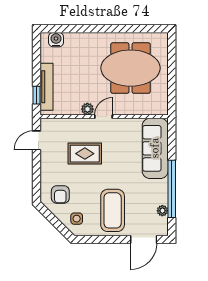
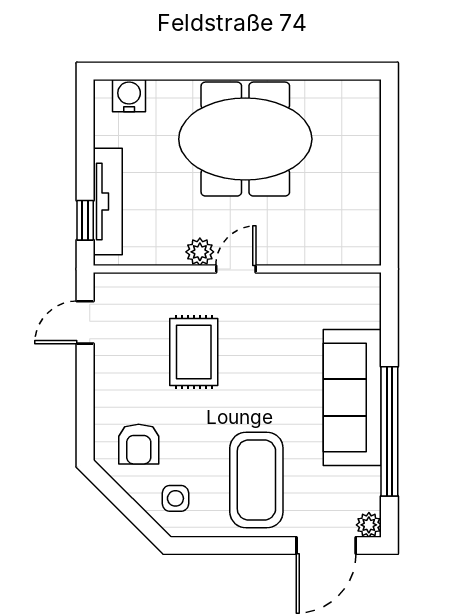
meeting table: (131, 68) -> (245, 139), moved
sofa: (155, 148) -> (352, 398), moved
rug: (85, 154) -> (194, 352), turned 90
plant: (162, 211) -> (369, 525), moved

